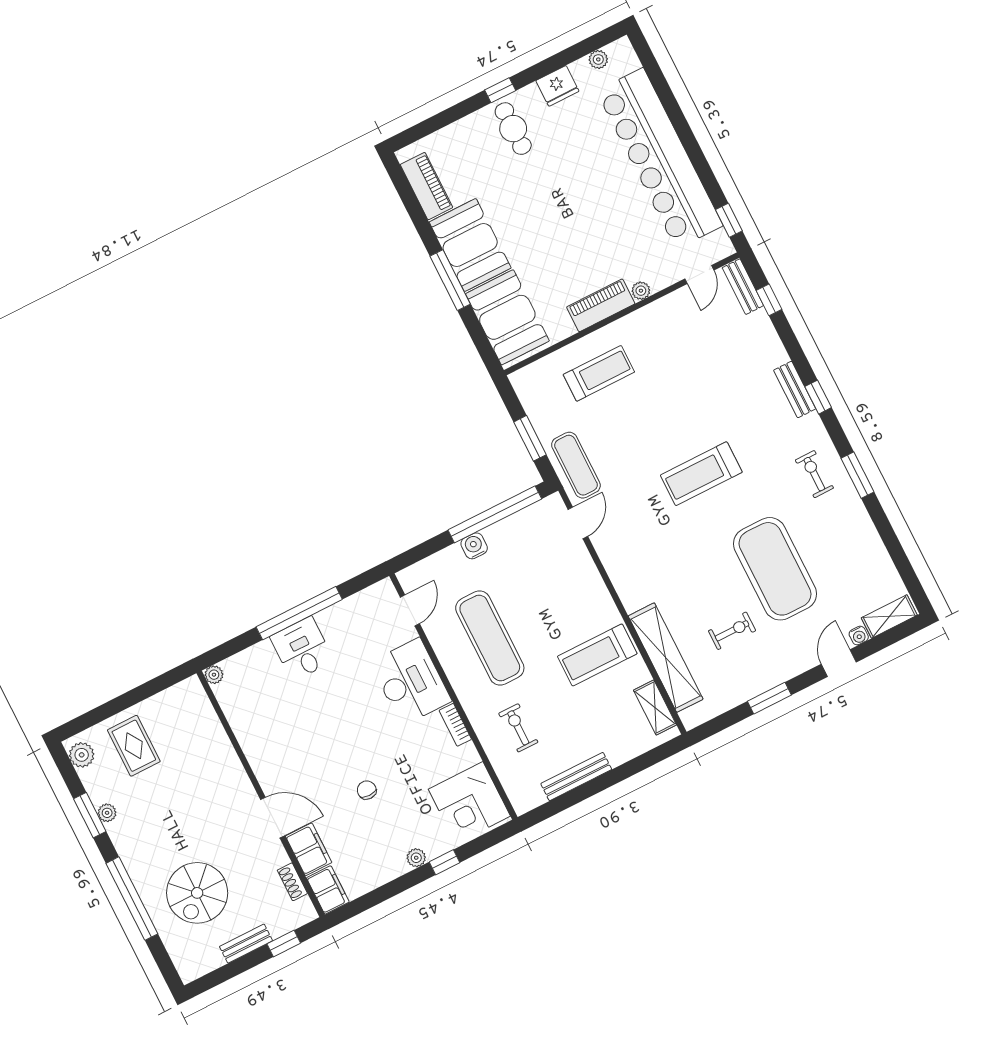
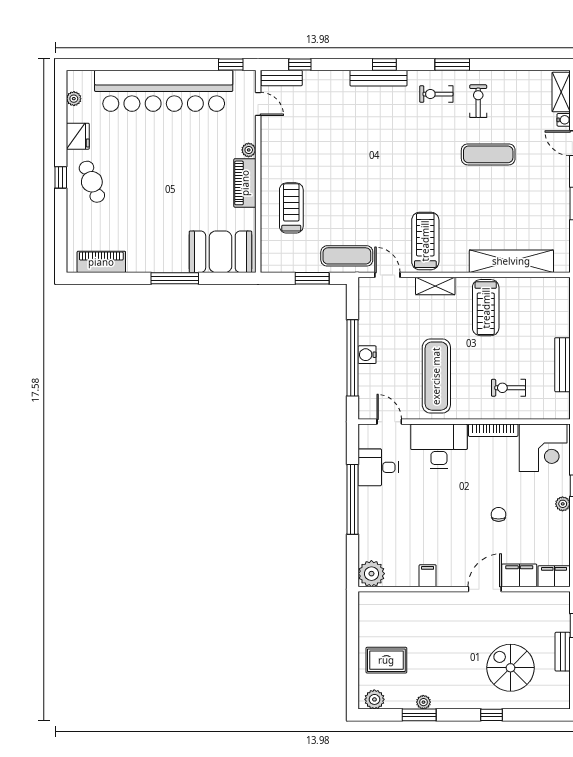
cafe table: (513, 129) -> (92, 182), turned 69
booth: (470, 245) -> (157, 252), removed
bench: (795, 390) -> (378, 78), width x1.36
treadmill: (701, 474) -> (425, 241), moved, turned 180
window: (495, 514) -> (352, 358), moved
exercise mat: (775, 569) -> (488, 154), width x0.50, depth x0.69
exercise bike: (732, 631) -> (478, 101), moved
exercise mat: (490, 638) -> (436, 376), turned 90
desk: (302, 649) -> (378, 467), moved
plant: (214, 675) -> (371, 574), width x1.87, depth x1.87
shelving: (655, 708) -> (435, 286), moved
bookcase: (455, 725) -> (493, 430), width x1.56
filing cabinet: (255, 744) -> (428, 576), added
chair: (367, 790) -> (499, 514), turned 90
shoe rack: (292, 882) -> (536, 598), removed
spiral stairs: (197, 893) -> (510, 668), turned 180
window: (132, 899) -> (492, 715), width x0.32

